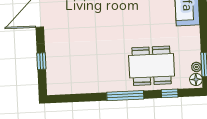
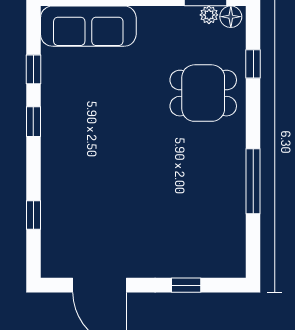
dining table: (152, 66) -> (203, 93), width x0.73
window: (125, 96) -> (253, 181), moved

